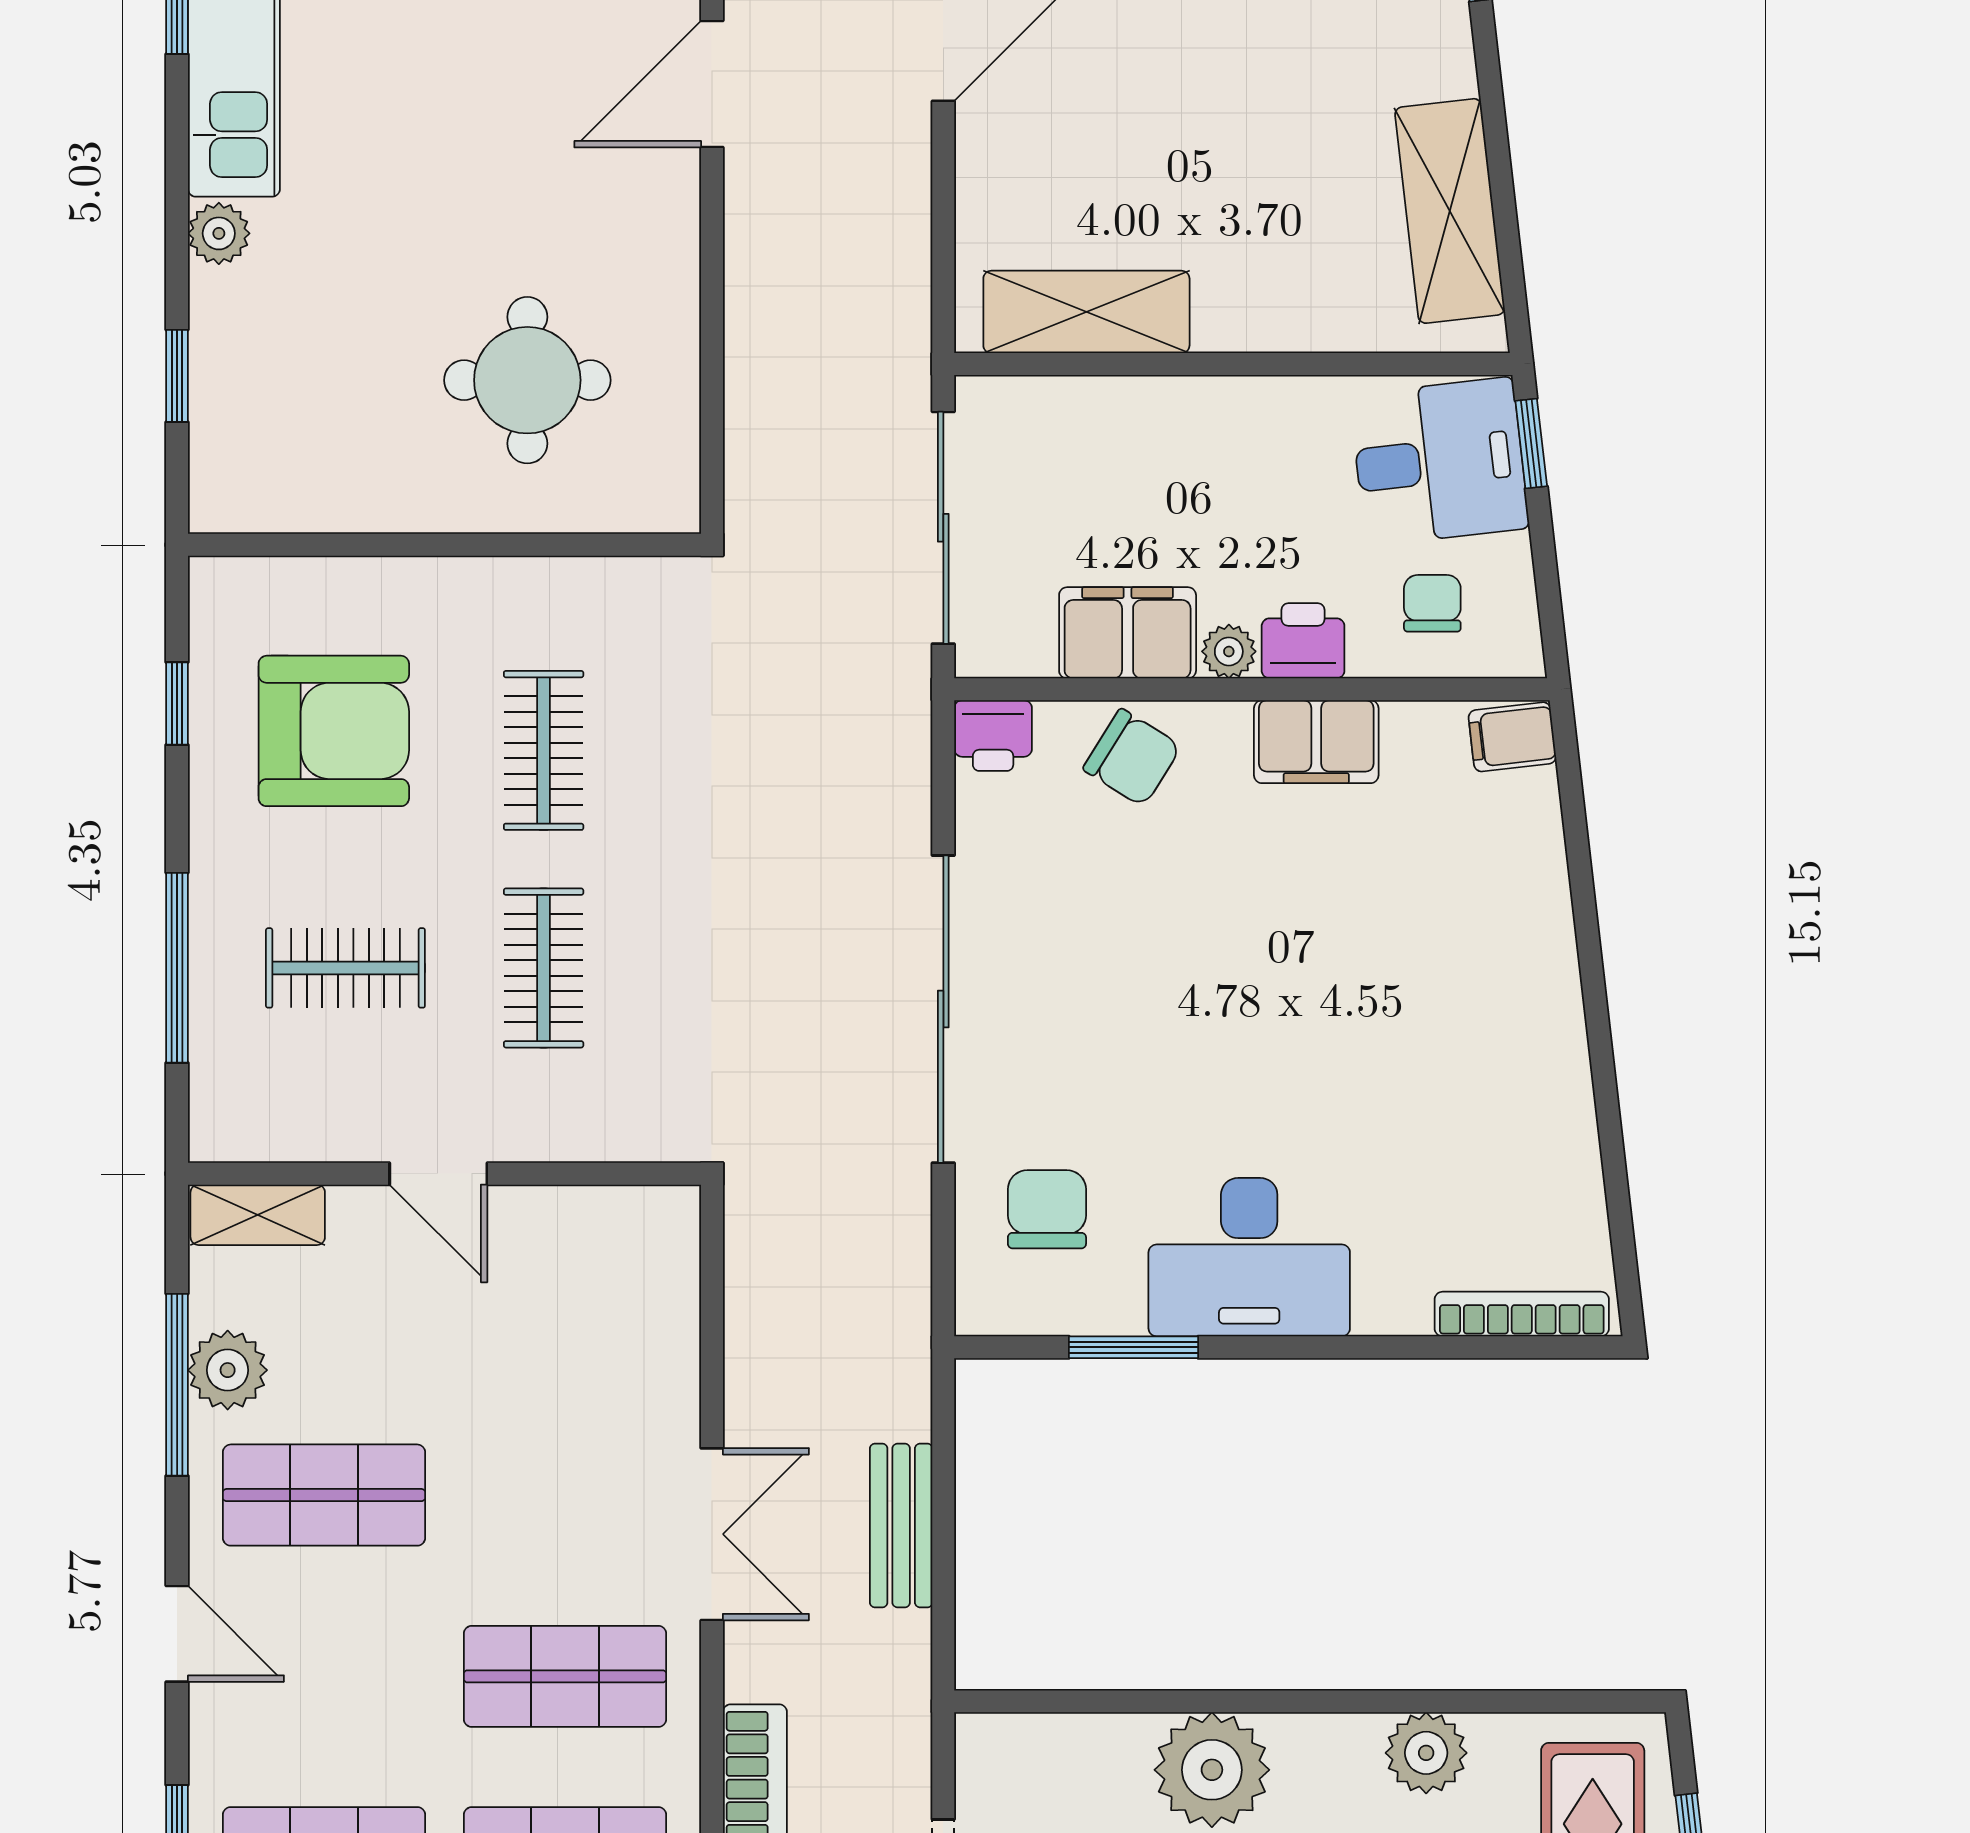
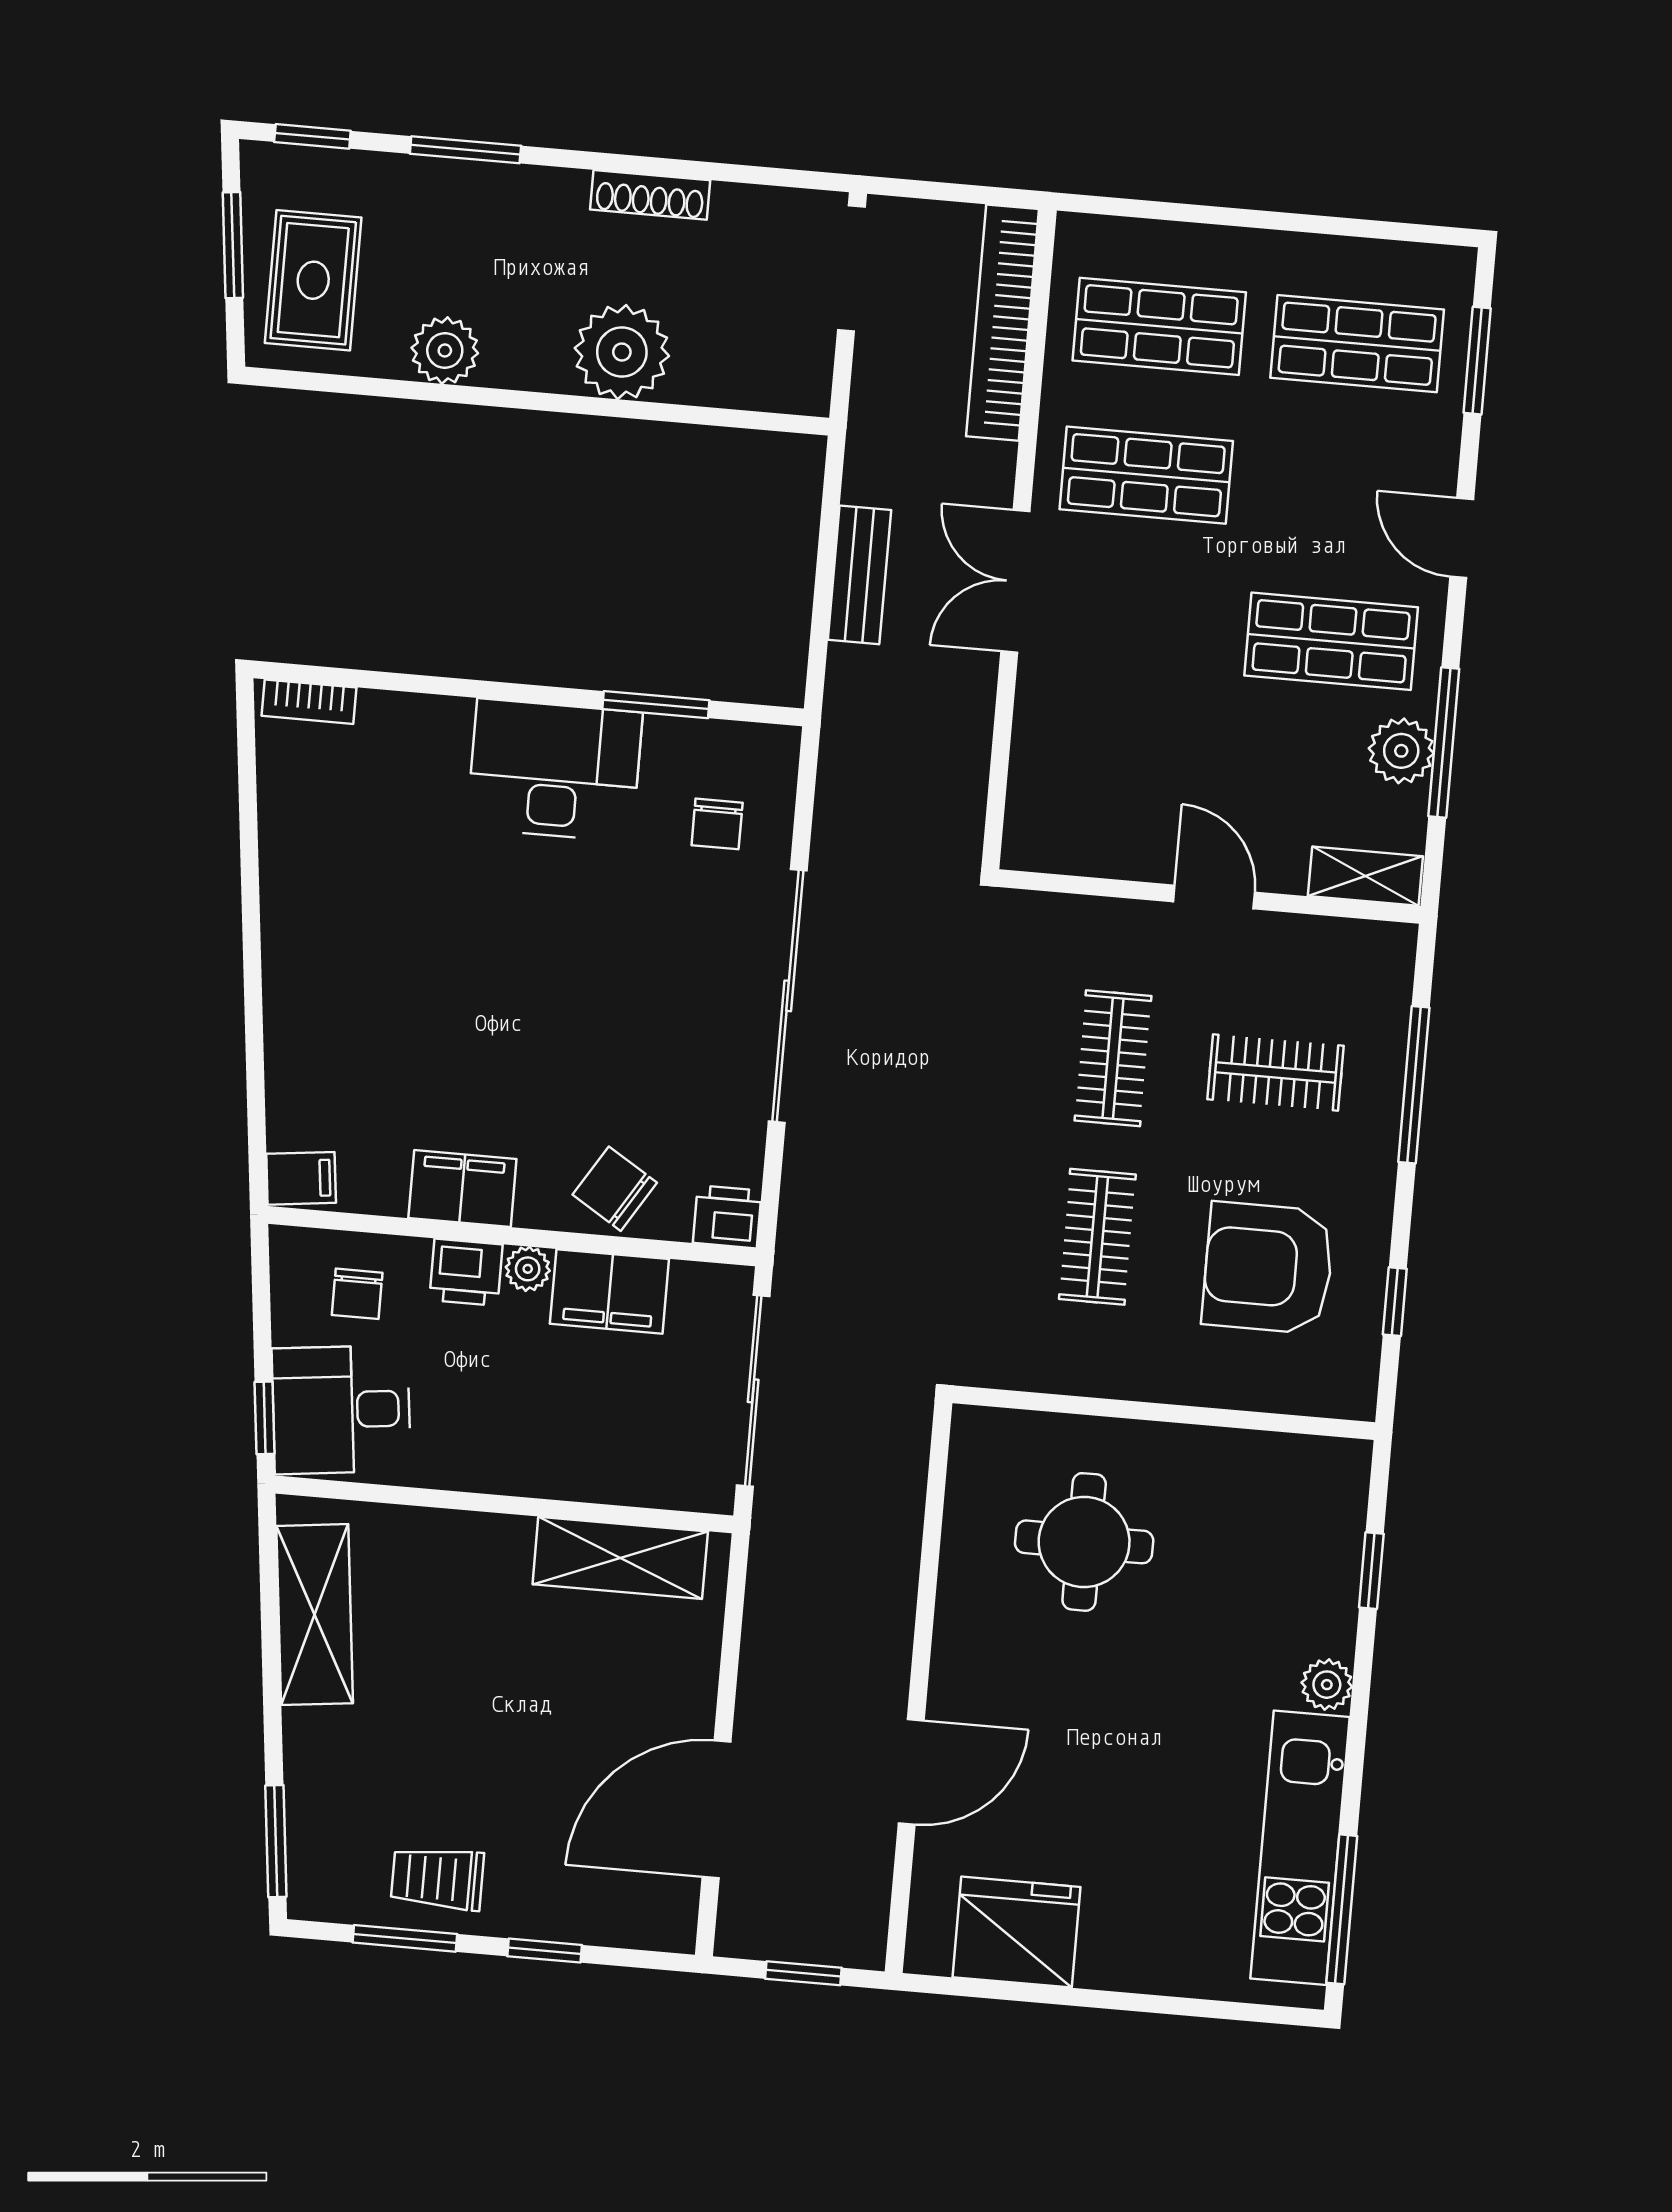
chair: (1047, 1209) -> (717, 824), width x0.73, depth x0.73
bookcase: (1522, 1314) -> (309, 702), width x0.64

